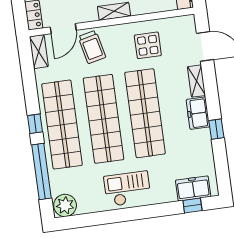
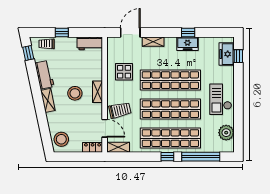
freezer: (198, 113) -> (188, 44), moved
plant: (65, 205) -> (226, 133), moved

